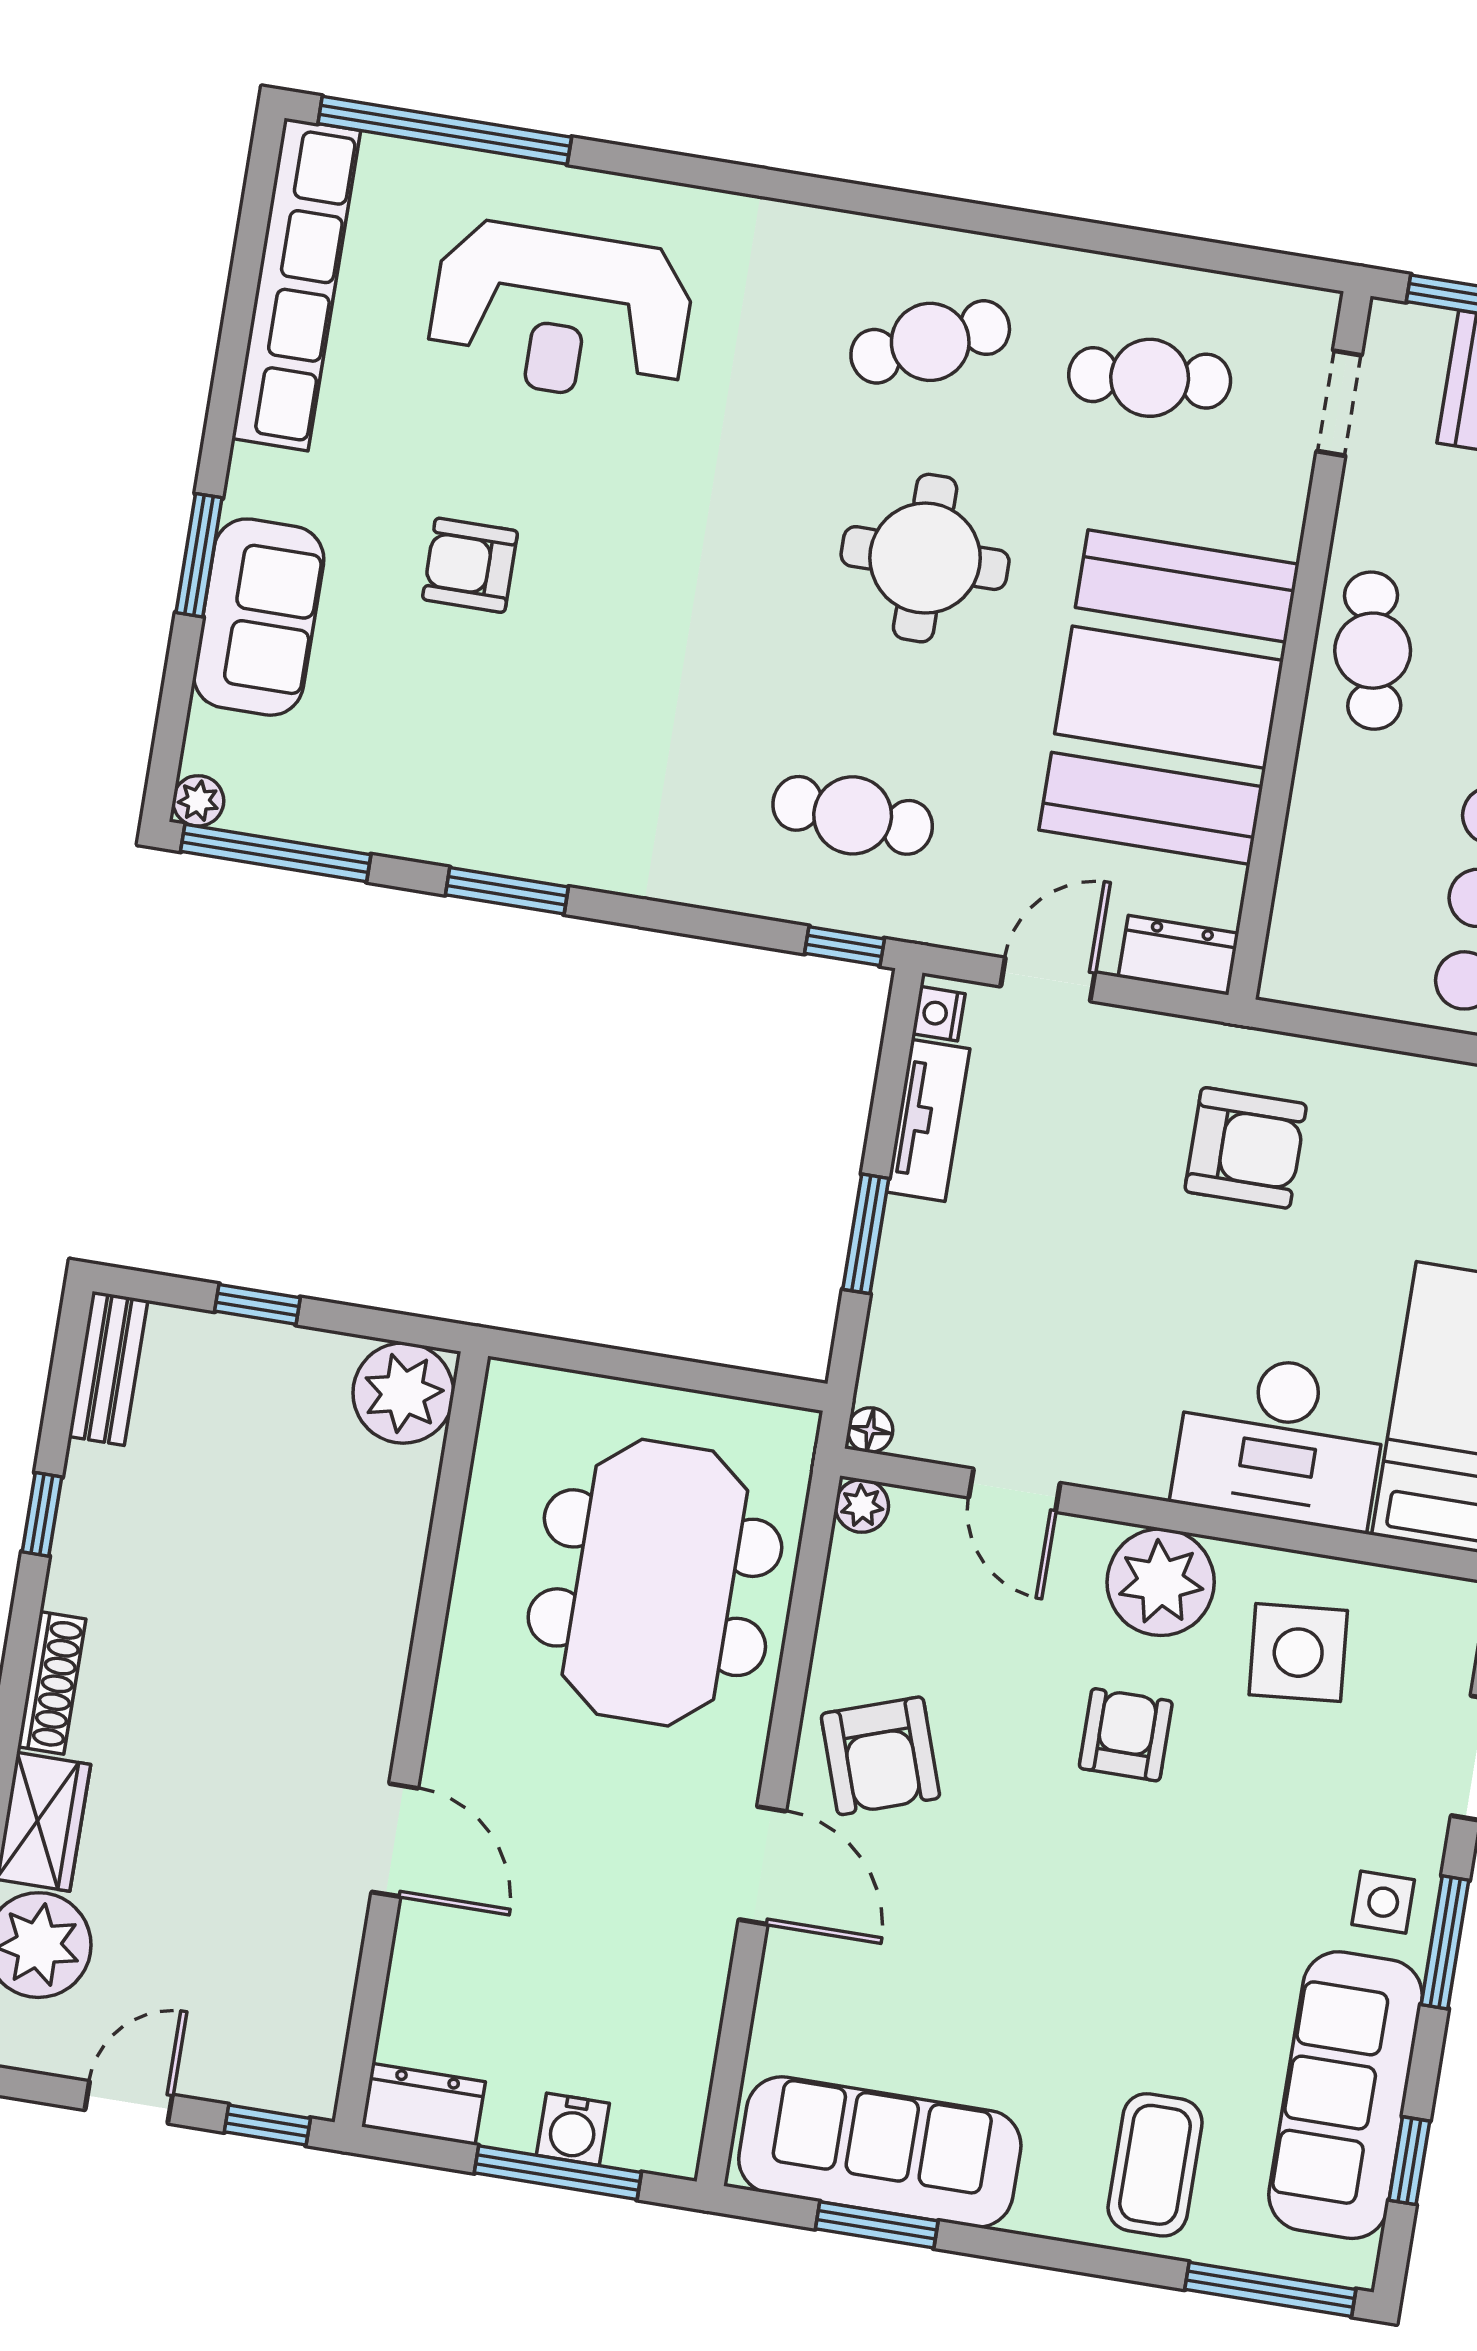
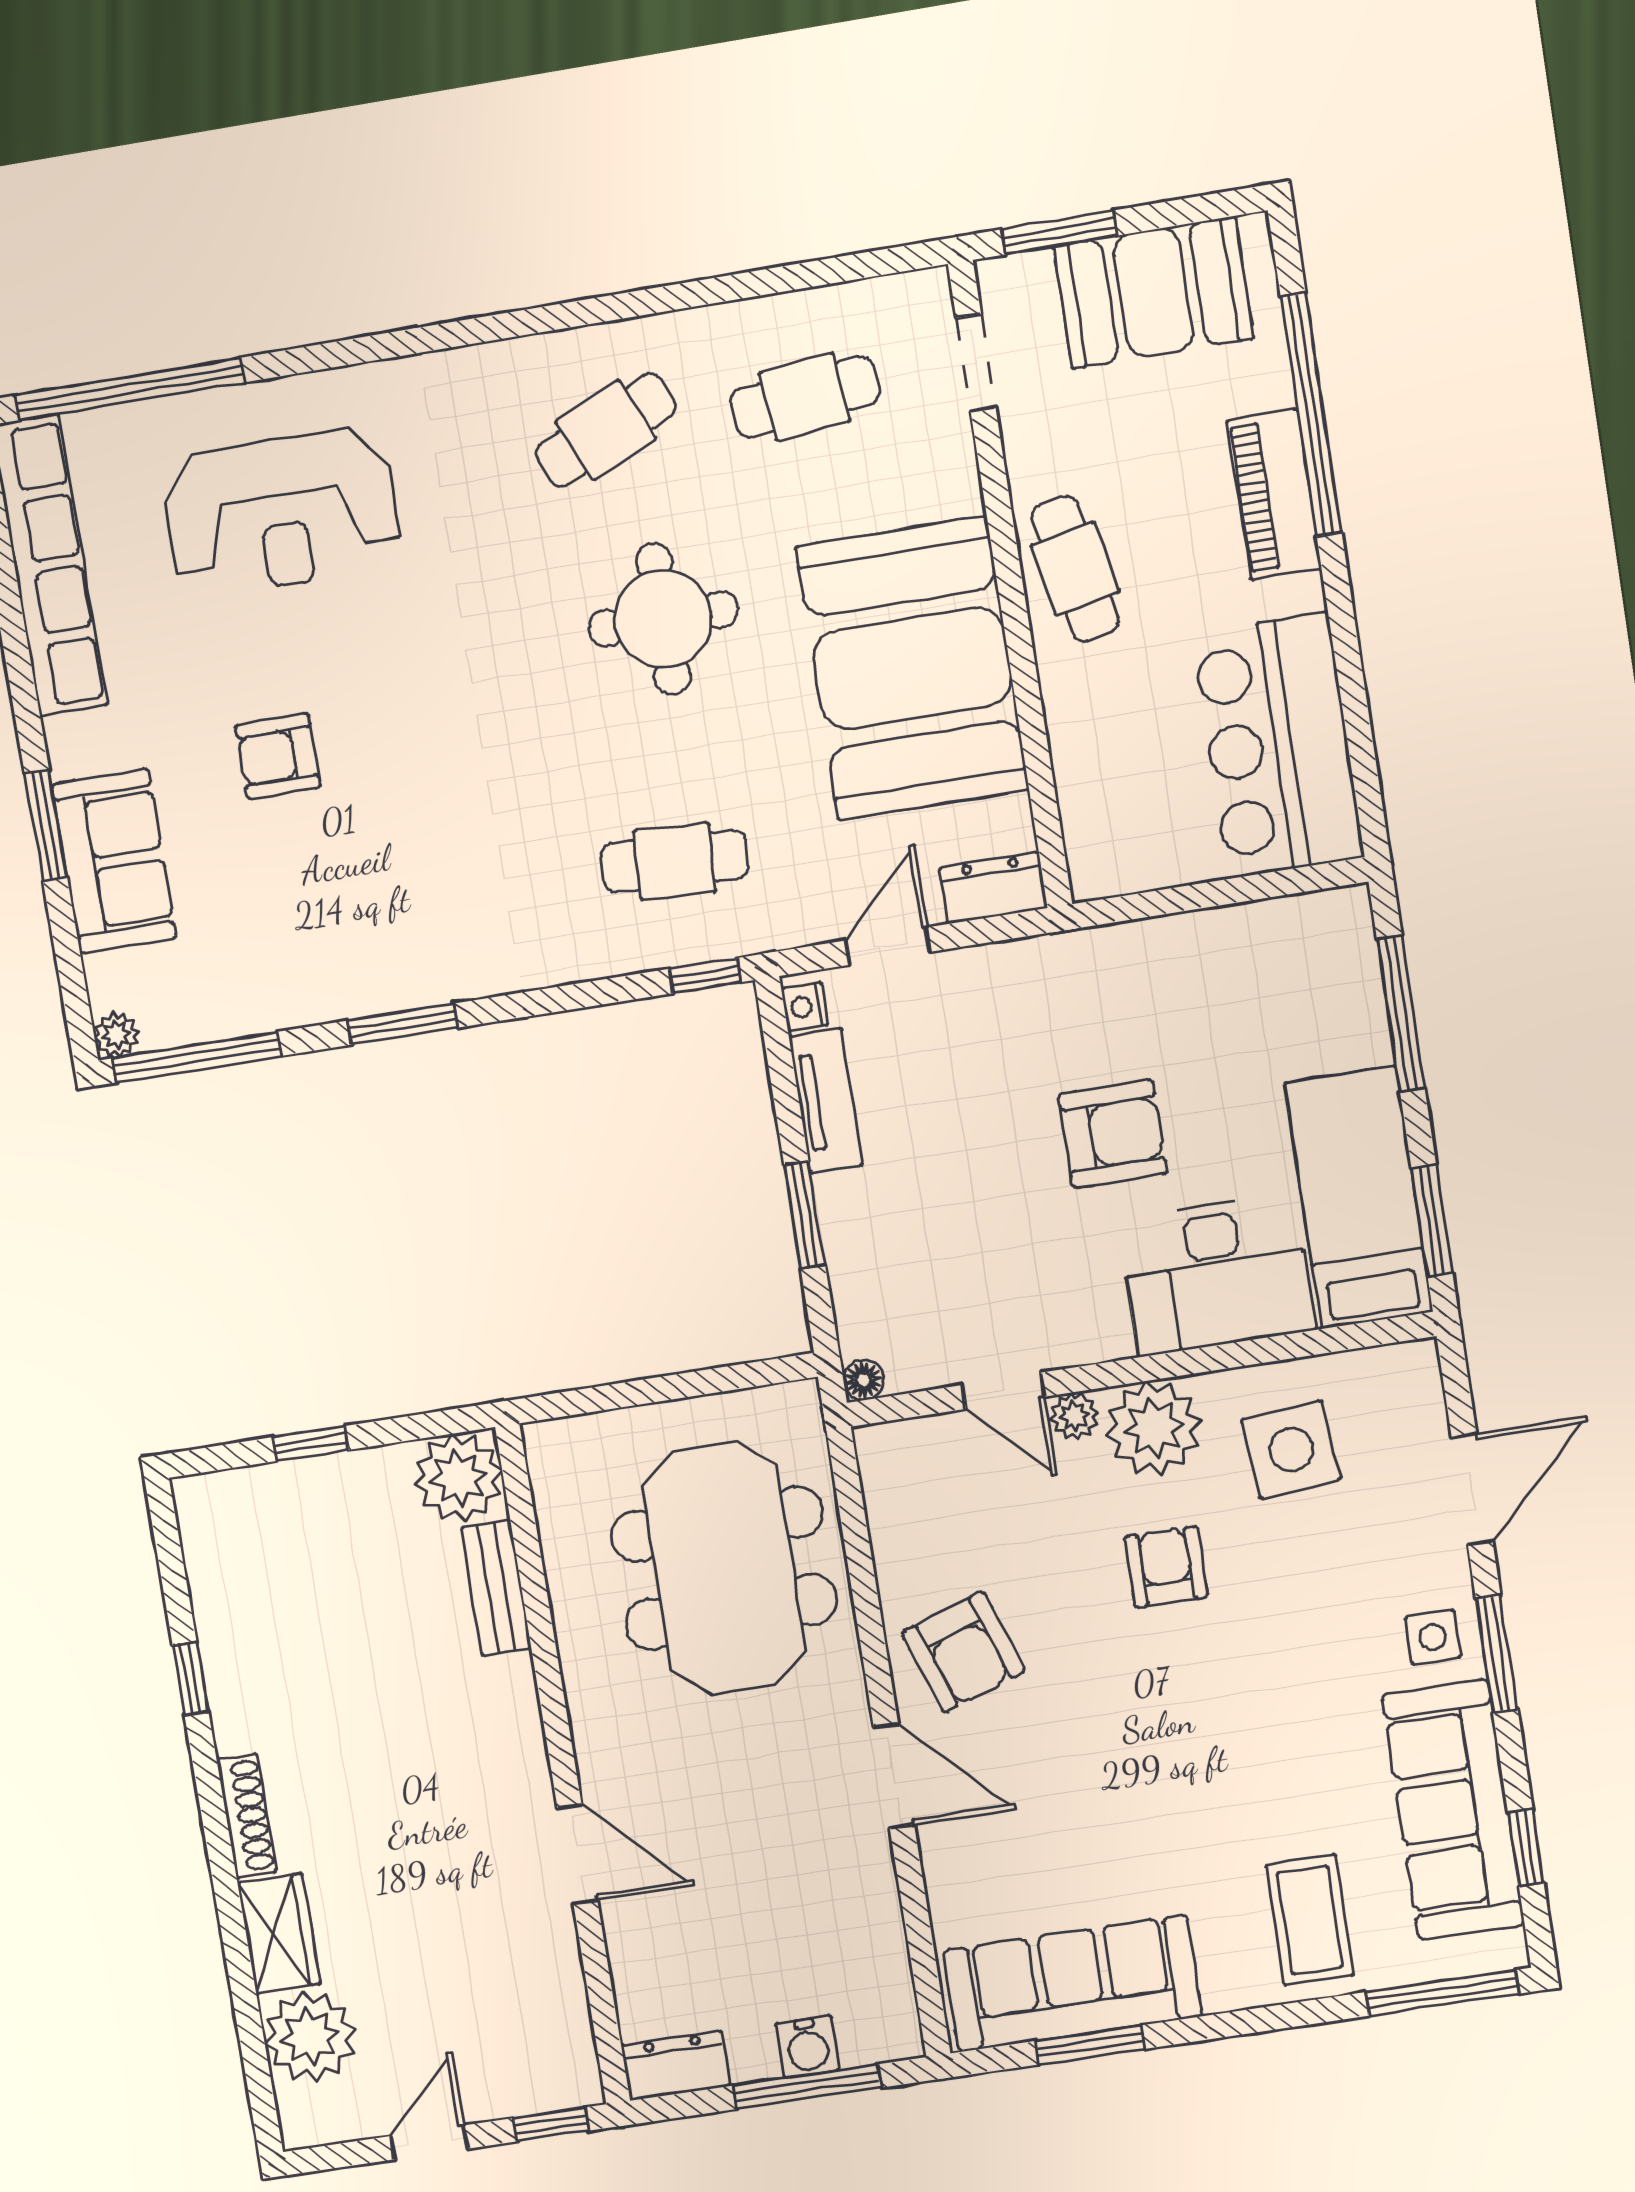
armchair: (1246, 1148) -> (1113, 1134), moved
bench: (108, 1368) -> (496, 1588), moved
plant: (862, 1506) -> (1074, 1416), moved

